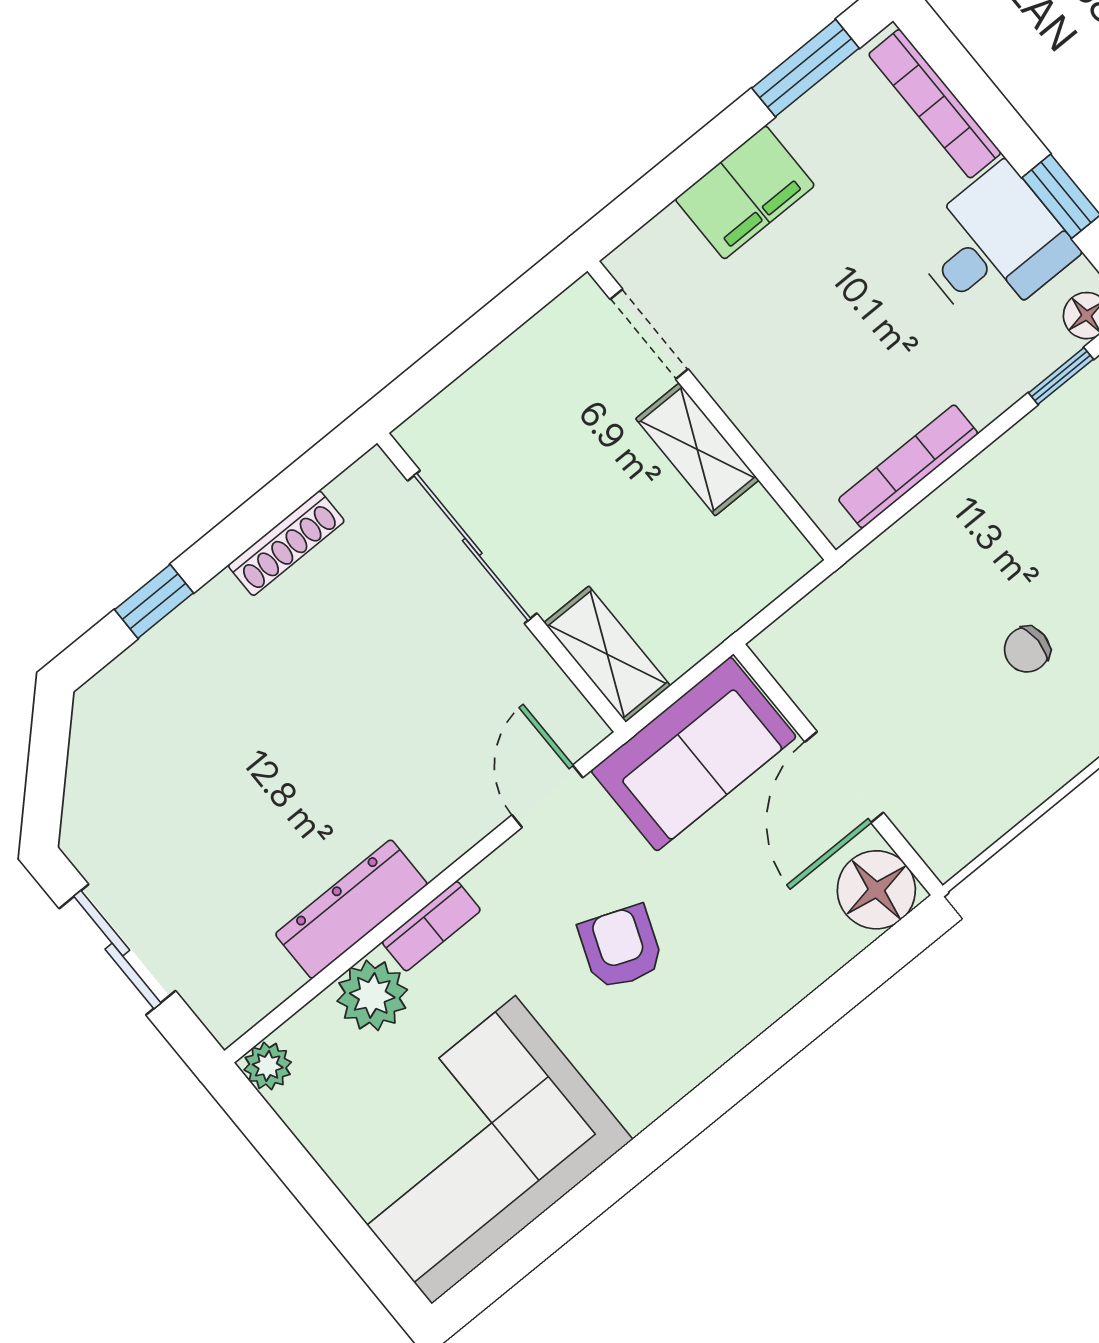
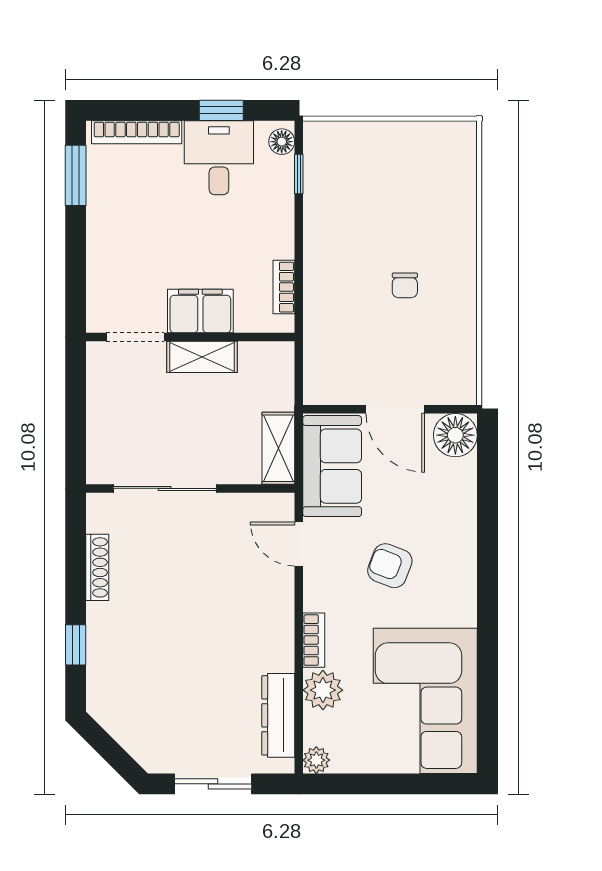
filing cabinet: (745, 192) -> (200, 311), moved, turned -90
bookcase: (908, 466) -> (284, 287), width x0.64
shelving: (607, 654) -> (278, 448), moved, turned 90
dresser: (351, 909) -> (278, 715), moved

